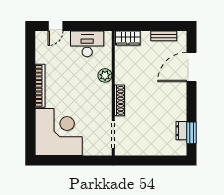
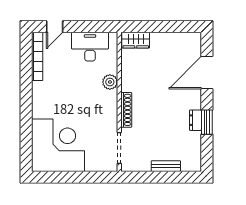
bench: (164, 36) -> (166, 166), moved
bookcase: (40, 86) -> (37, 56), moved
dresser: (181, 131) -> (195, 120), moved
window: (191, 133) -> (207, 122), moved

